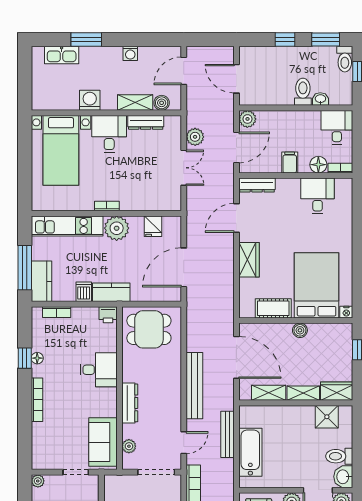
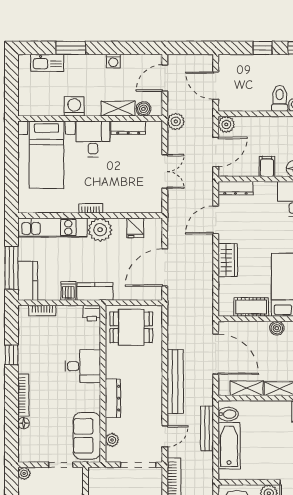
plant: (195, 137) -> (176, 121), moved
floor lamp: (37, 358) -> (24, 423), moved
bidet: (249, 420) -> (228, 414), added

